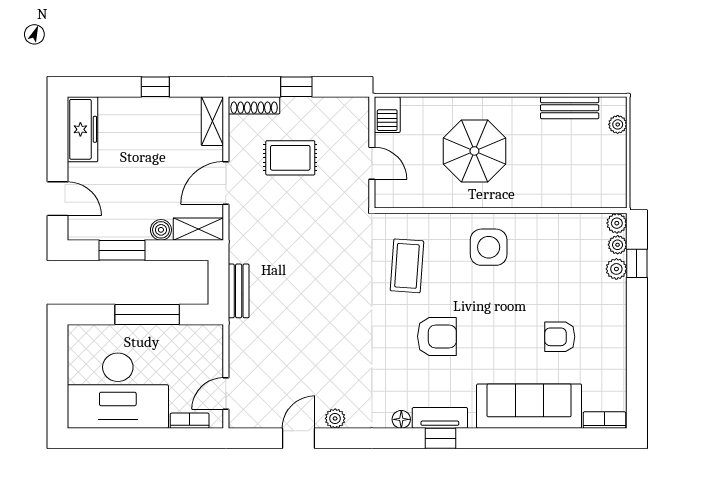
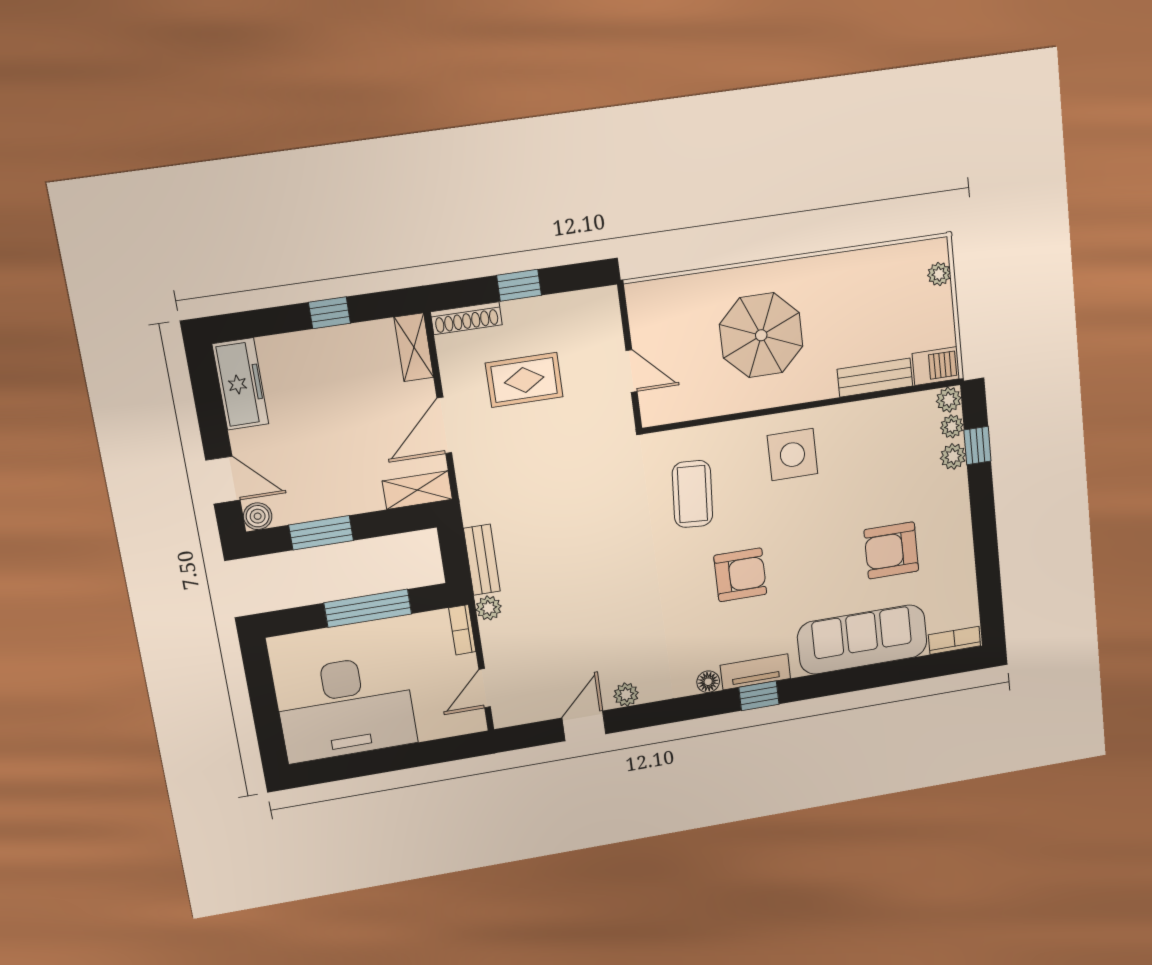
bench: (570, 108) -> (875, 378), moved
barbecue: (387, 115) -> (936, 366), moved, turned -90
boiler: (161, 230) -> (258, 516), moved
plant: (238, 330) -> (489, 608), added
armchair: (560, 337) -> (891, 550), width x1.38, depth x1.38
bookcase: (190, 421) -> (462, 630), moved, turned -90

